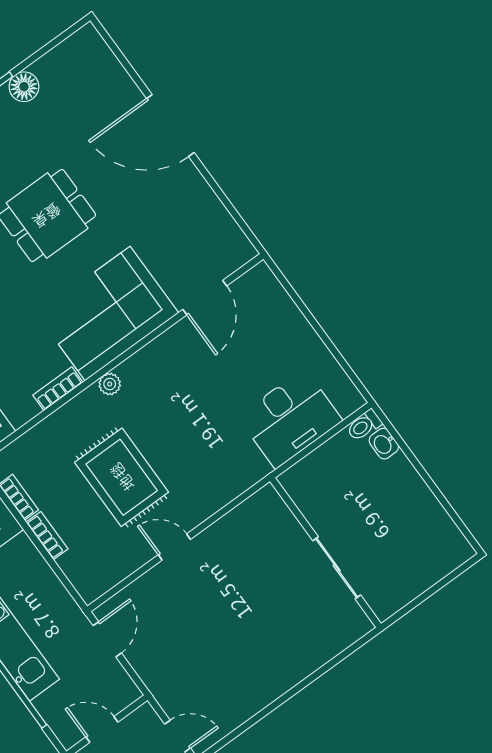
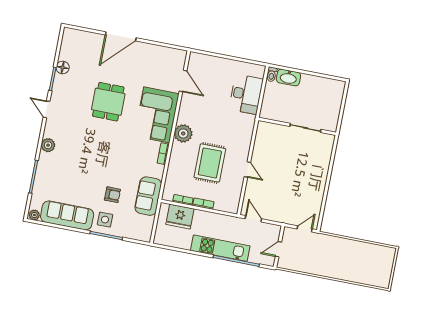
plant: (110, 384) -> (183, 133), width x1.88, depth x1.88
washbasin: (384, 444) -> (288, 78), width x1.91, depth x1.45
rug: (122, 477) -> (210, 163), turned 90
door: (174, 547) -> (247, 169), swing flipped

